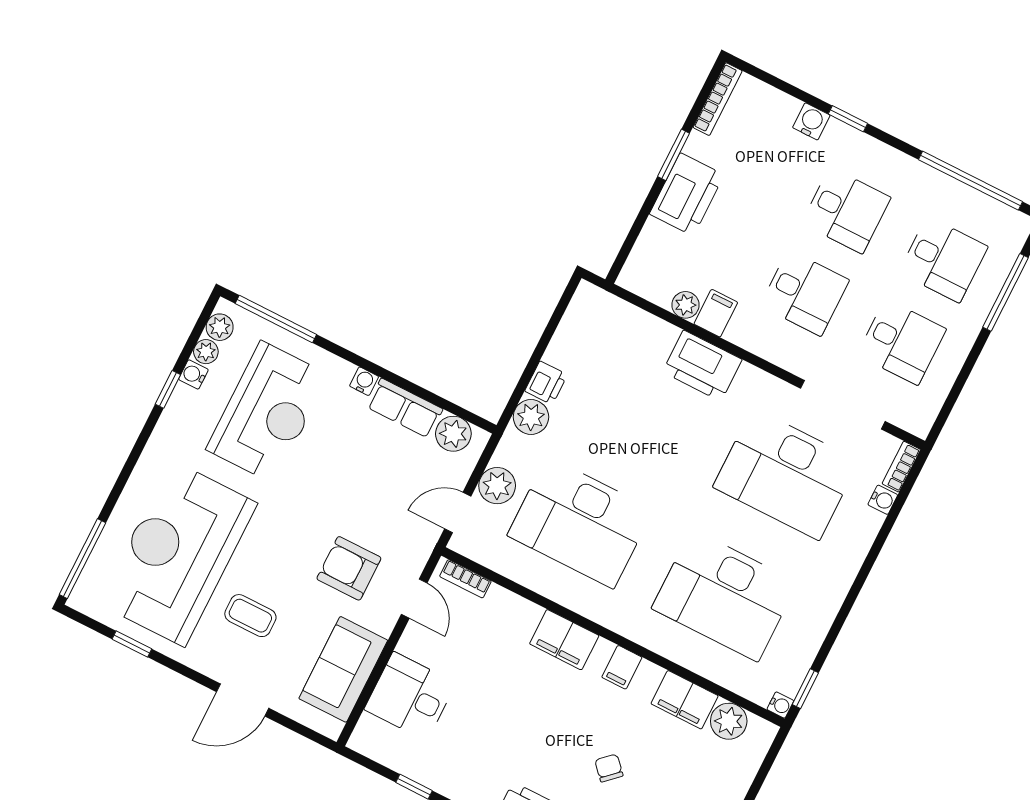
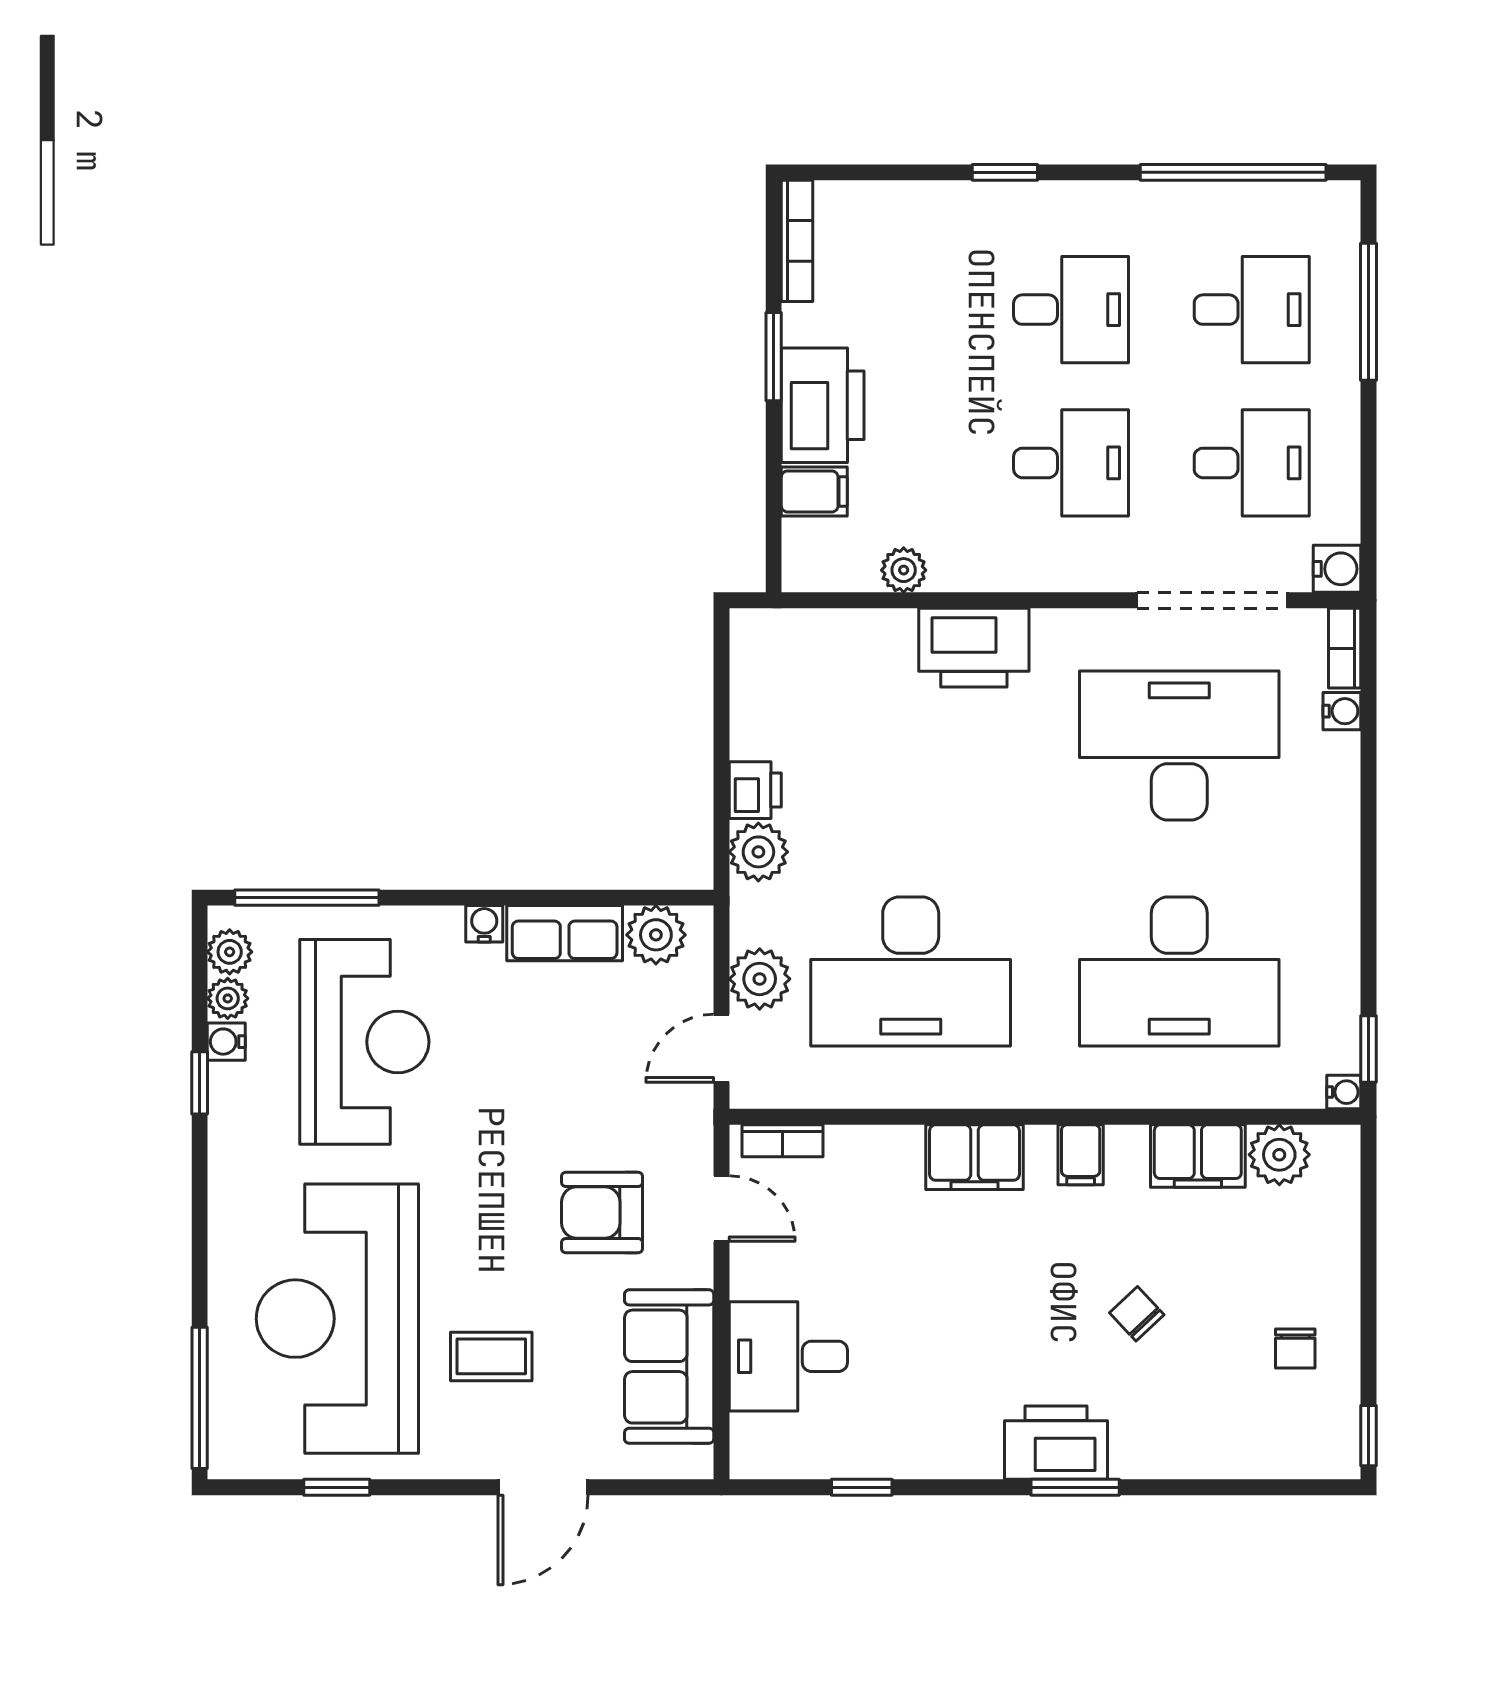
water cooler: (811, 121) -> (1337, 569), moved, turned 90
filing cabinet: (716, 313) -> (814, 491), moved, turned 90
desk: (786, 474) -> (1179, 746), turned 180

